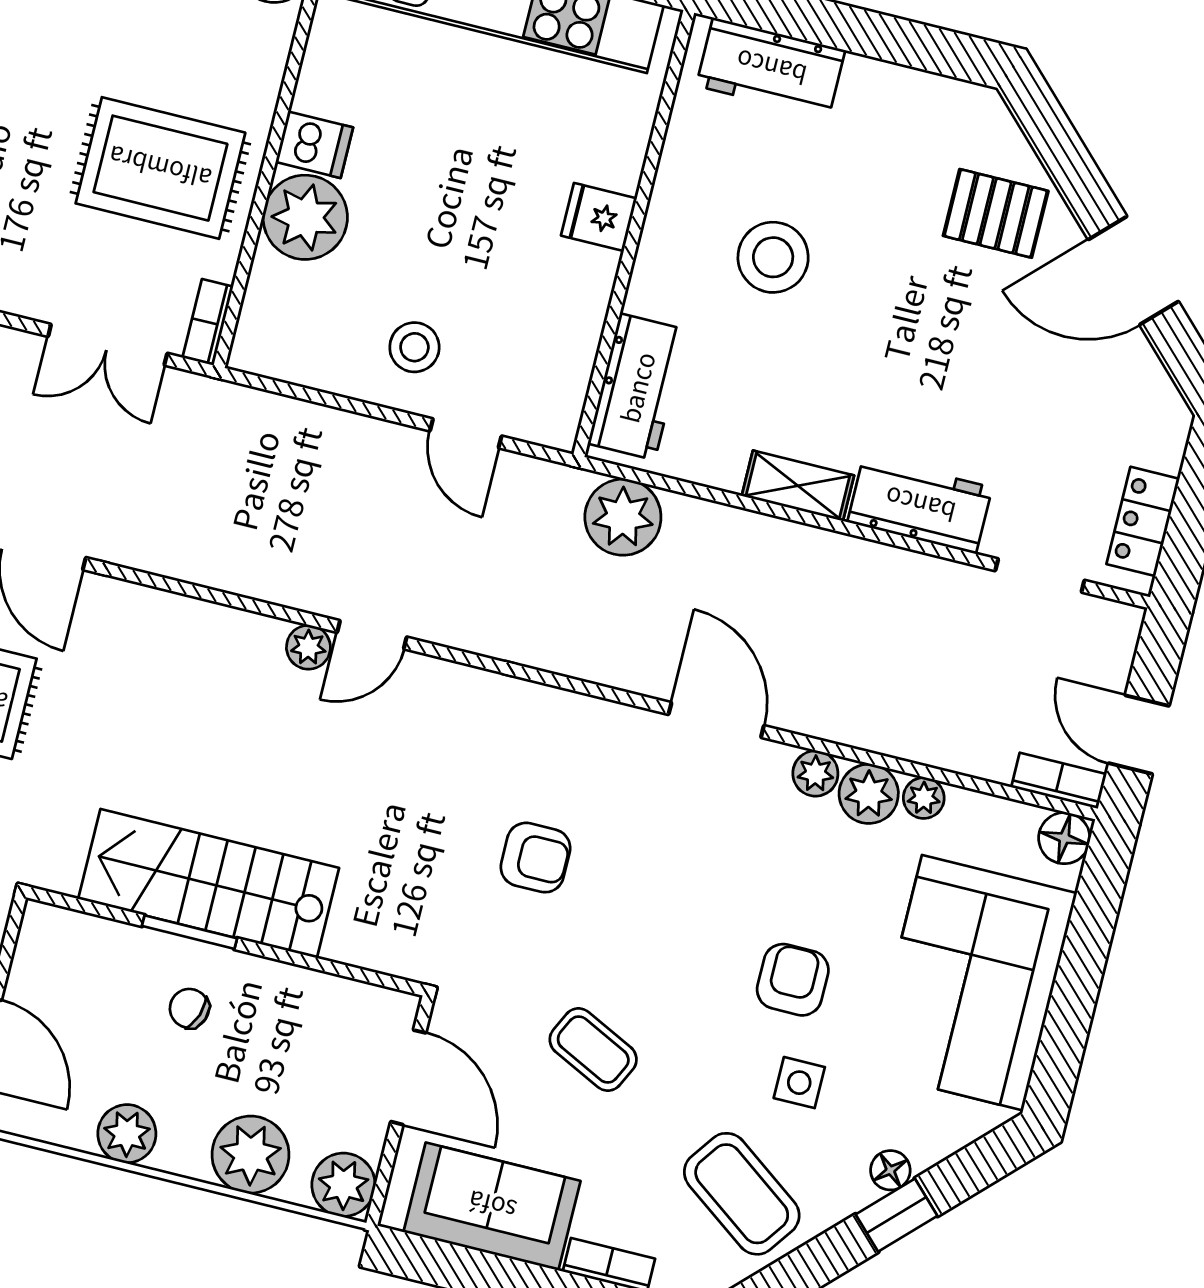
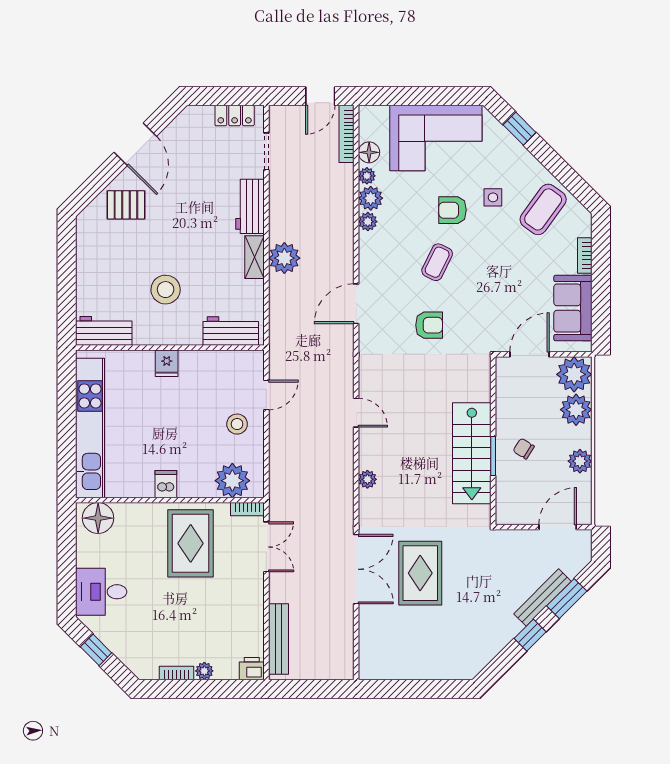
workbench: (771, 68) -> (104, 331), moved, turned -90
pallet: (996, 213) -> (126, 205), turned 90
plant: (305, 217) -> (232, 481), moved
plant: (623, 517) -> (284, 258), moved
plant: (308, 647) -> (367, 479), moved
door: (716, 720) -> (356, 304), moved
bookcase: (1059, 781) -> (347, 134), width x1.56
floor lamp: (1064, 838) -> (369, 152), moved
armchair: (535, 858) -> (429, 325), turned 90
chair: (189, 1008) -> (524, 449), turned 103
coffee table: (593, 1050) -> (437, 262), moved
floor lamp: (890, 1170) -> (519, 152), removed
plant: (343, 1185) -> (574, 374), width x1.36, depth x1.36
window: (897, 1215) -> (520, 129), moved

